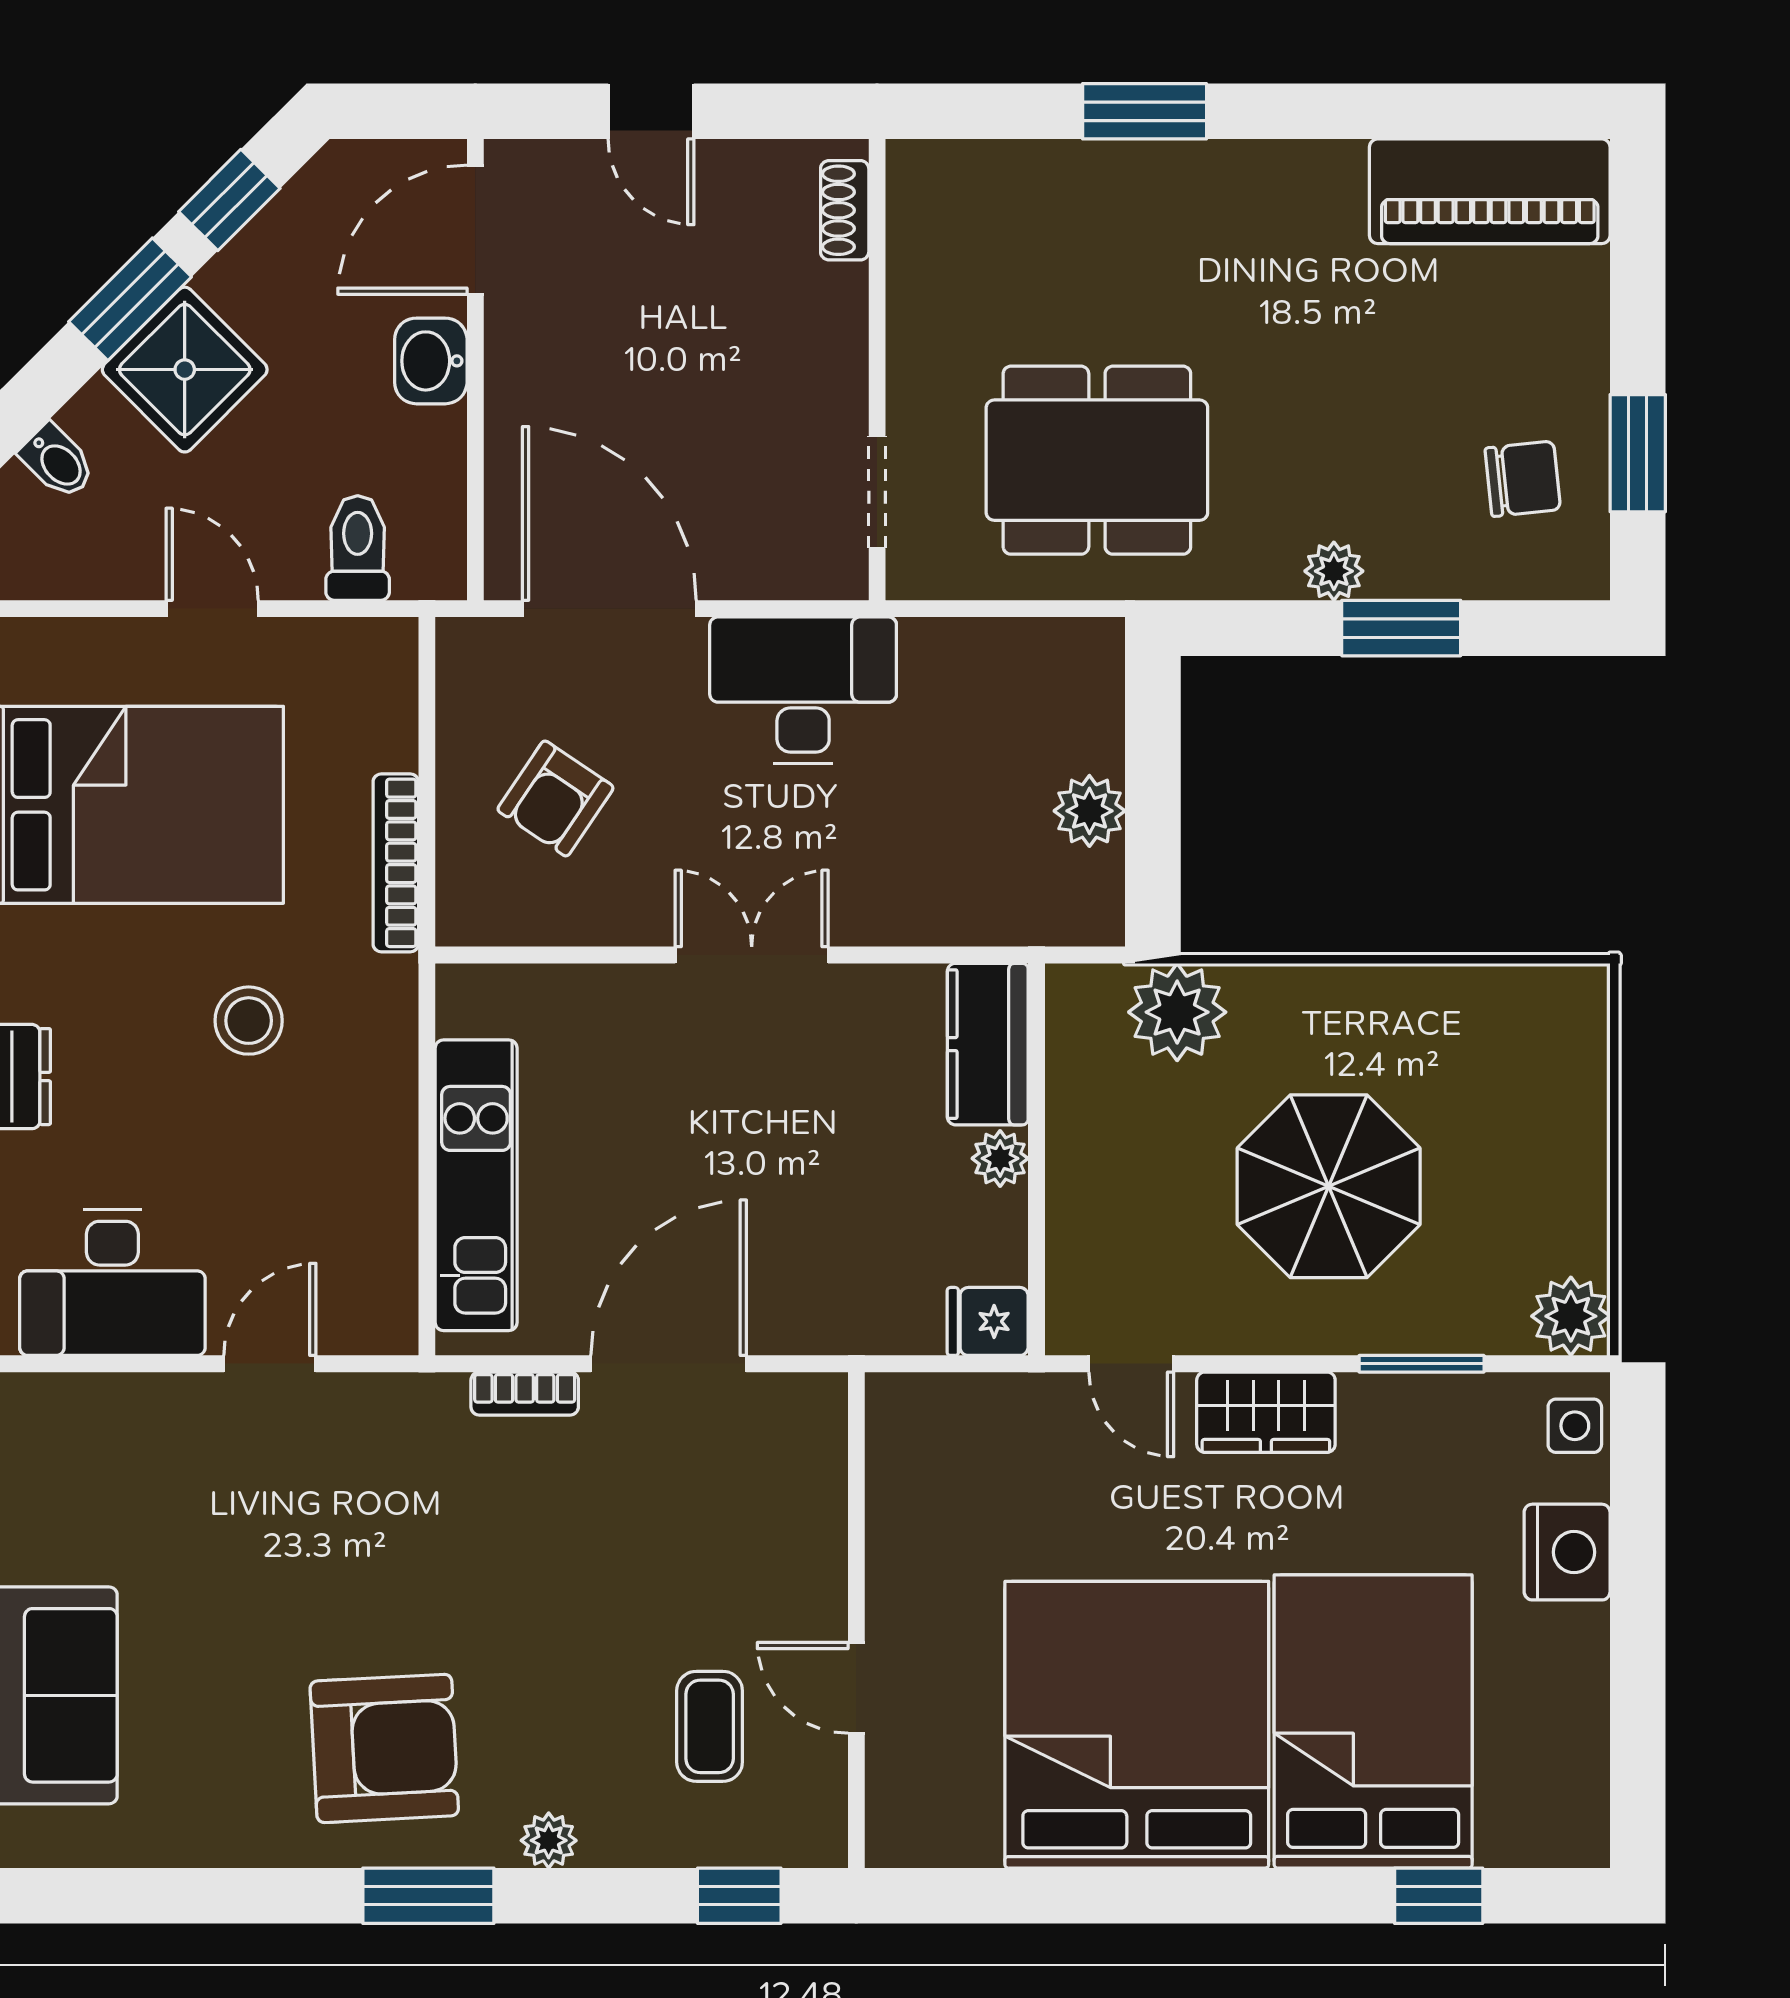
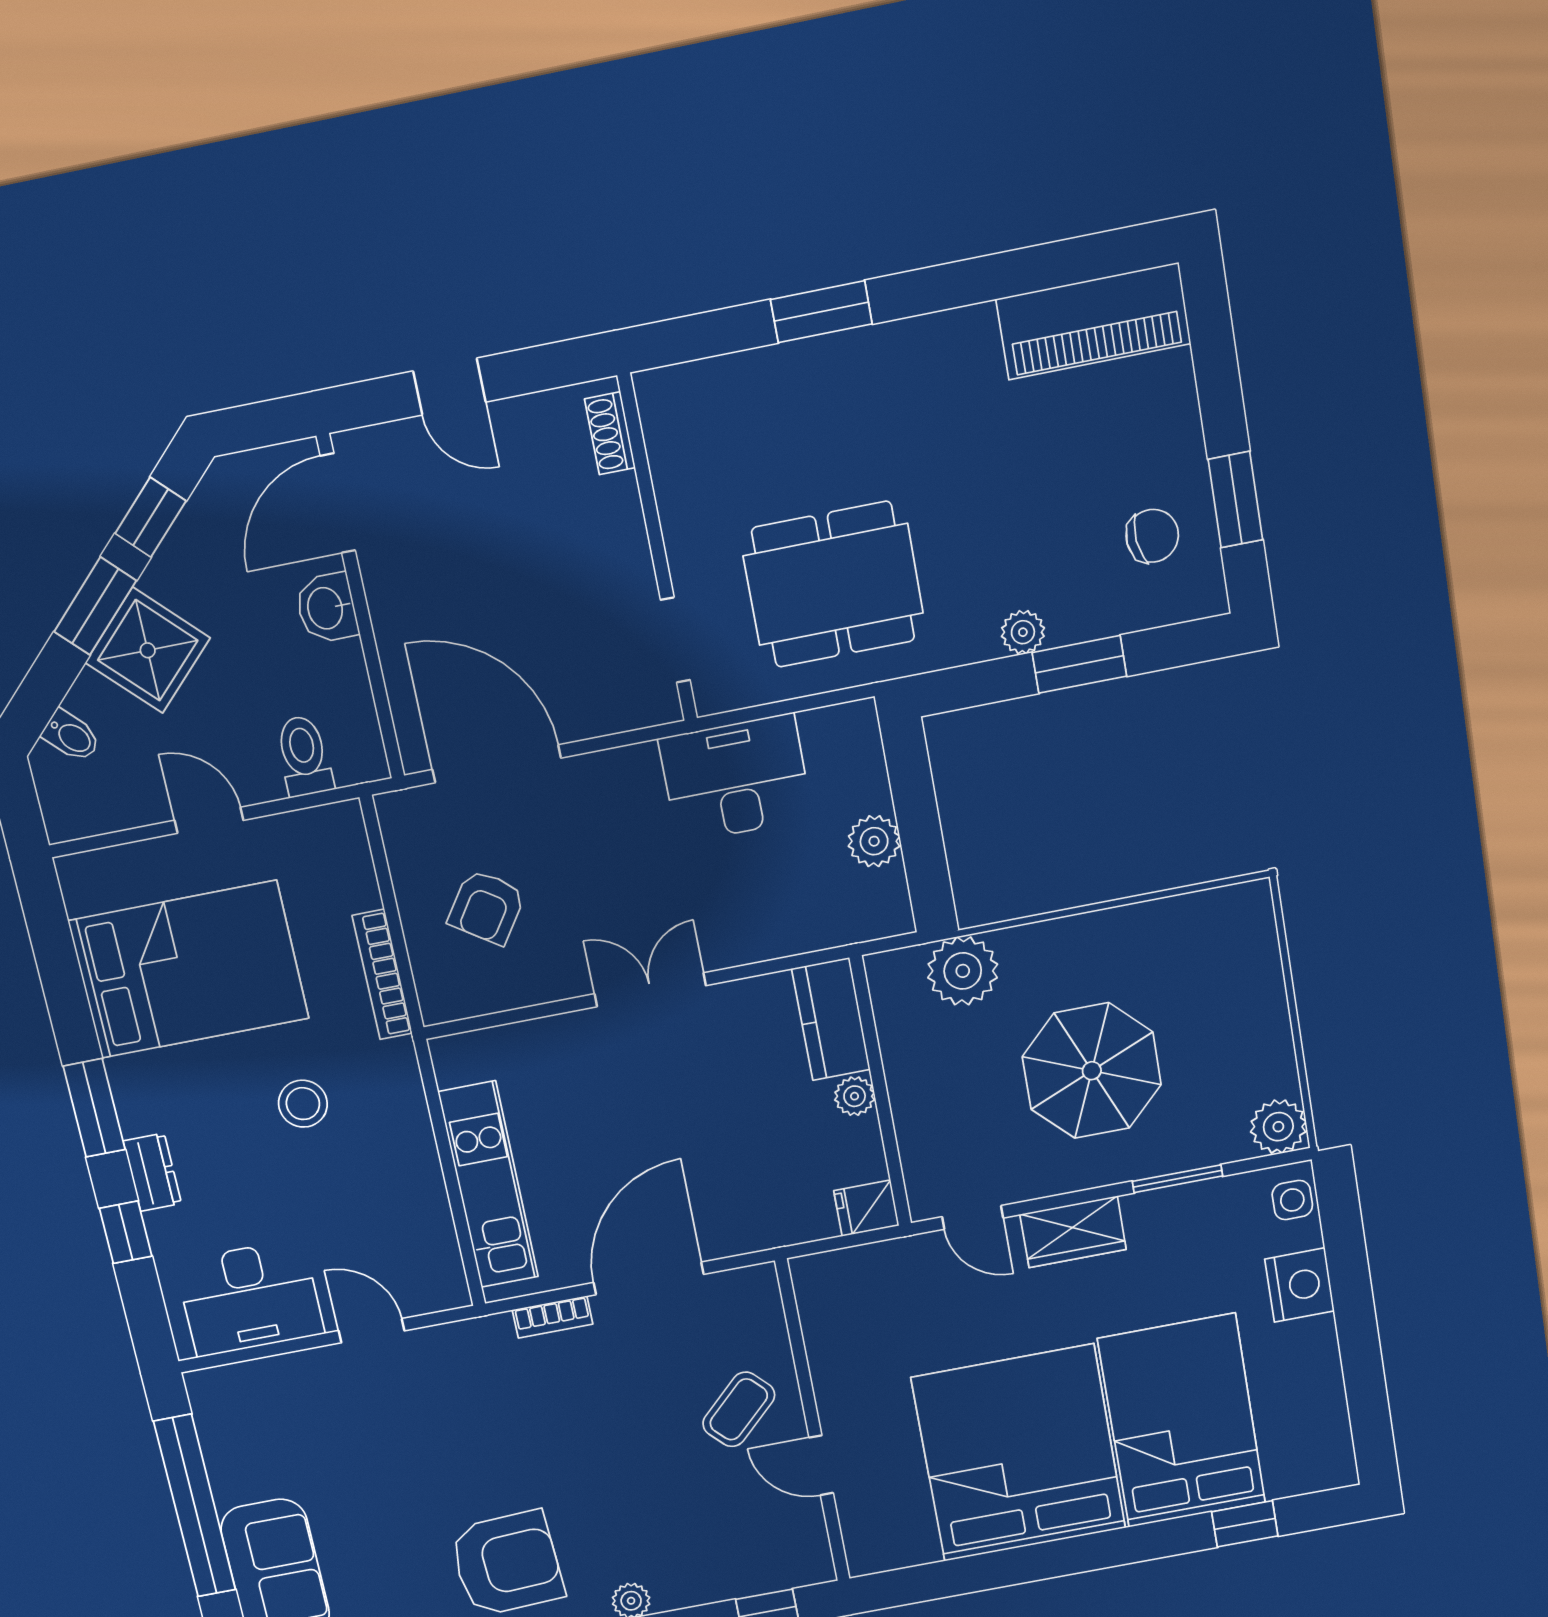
desk: (803, 690) -> (736, 778), moved
door: (270, 1364) -> (372, 1331), hinge flipped
coffee table: (710, 1726) -> (739, 1409), moved, turned 46

